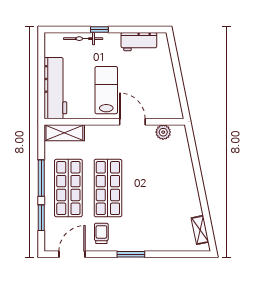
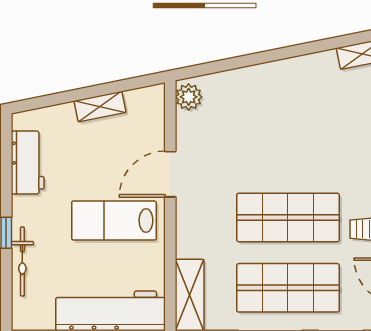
shelving: (170, 82) -> (100, 107), added
plant: (163, 132) -> (189, 97), moved

